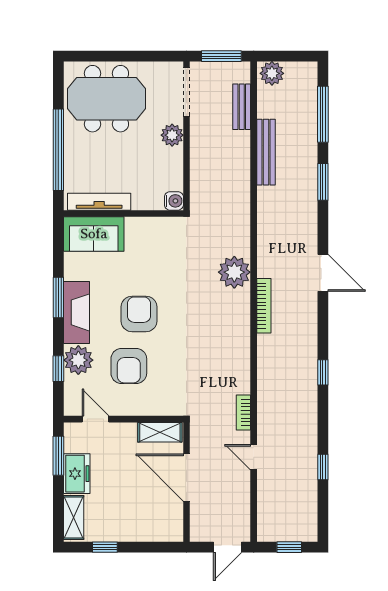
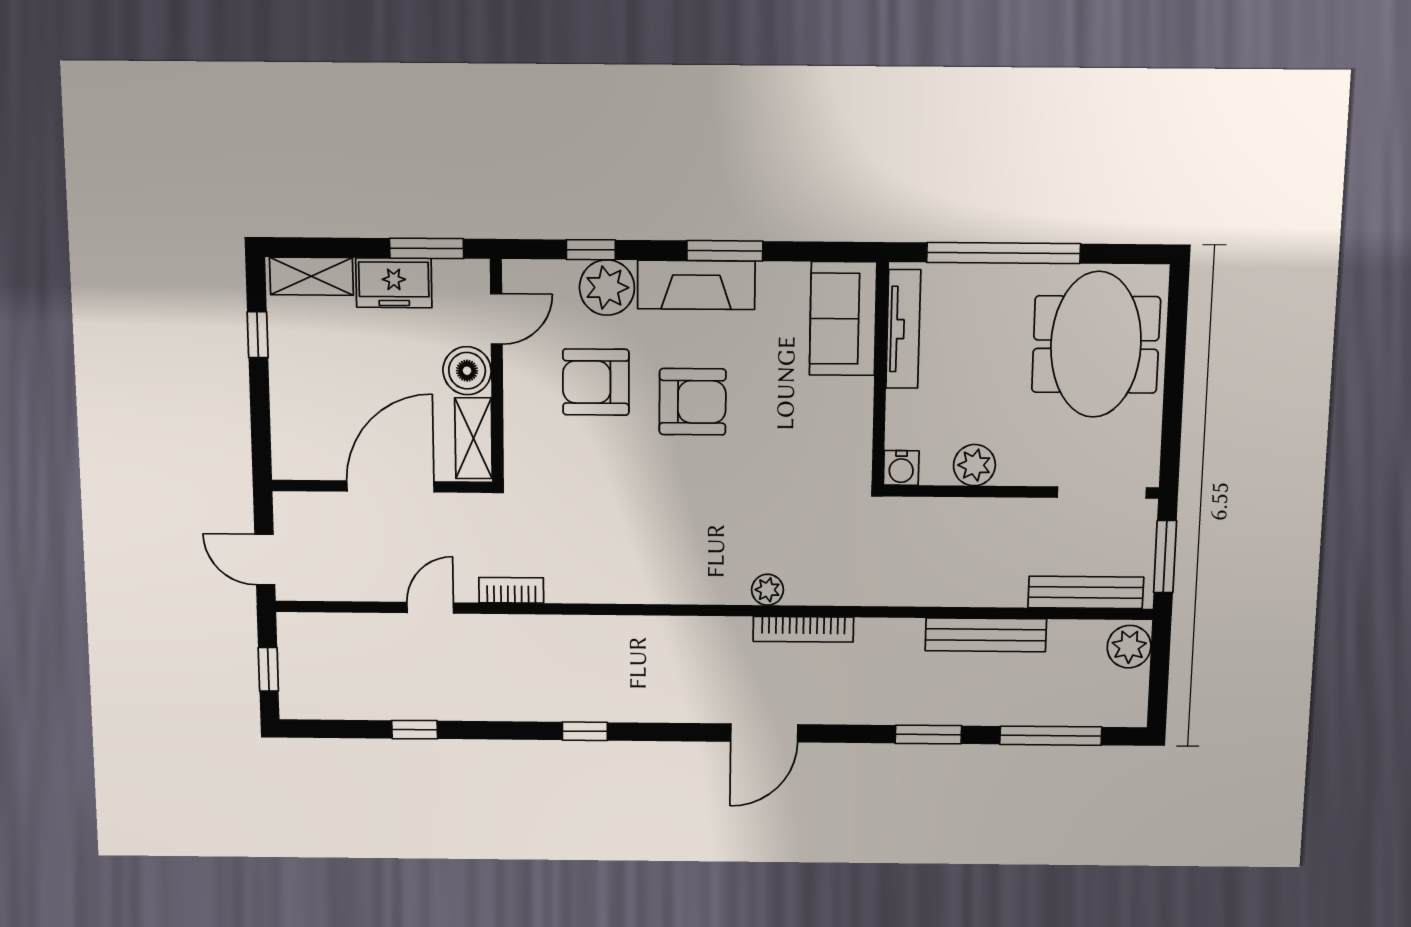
bench: (242, 107) -> (1086, 592), width x1.36
plant: (172, 135) -> (974, 465), moved
plant: (234, 272) -> (768, 590), width x0.53, depth x0.53
bookcase: (264, 306) -> (803, 629), moved
boiler: (123, 435) -> (467, 371), added

